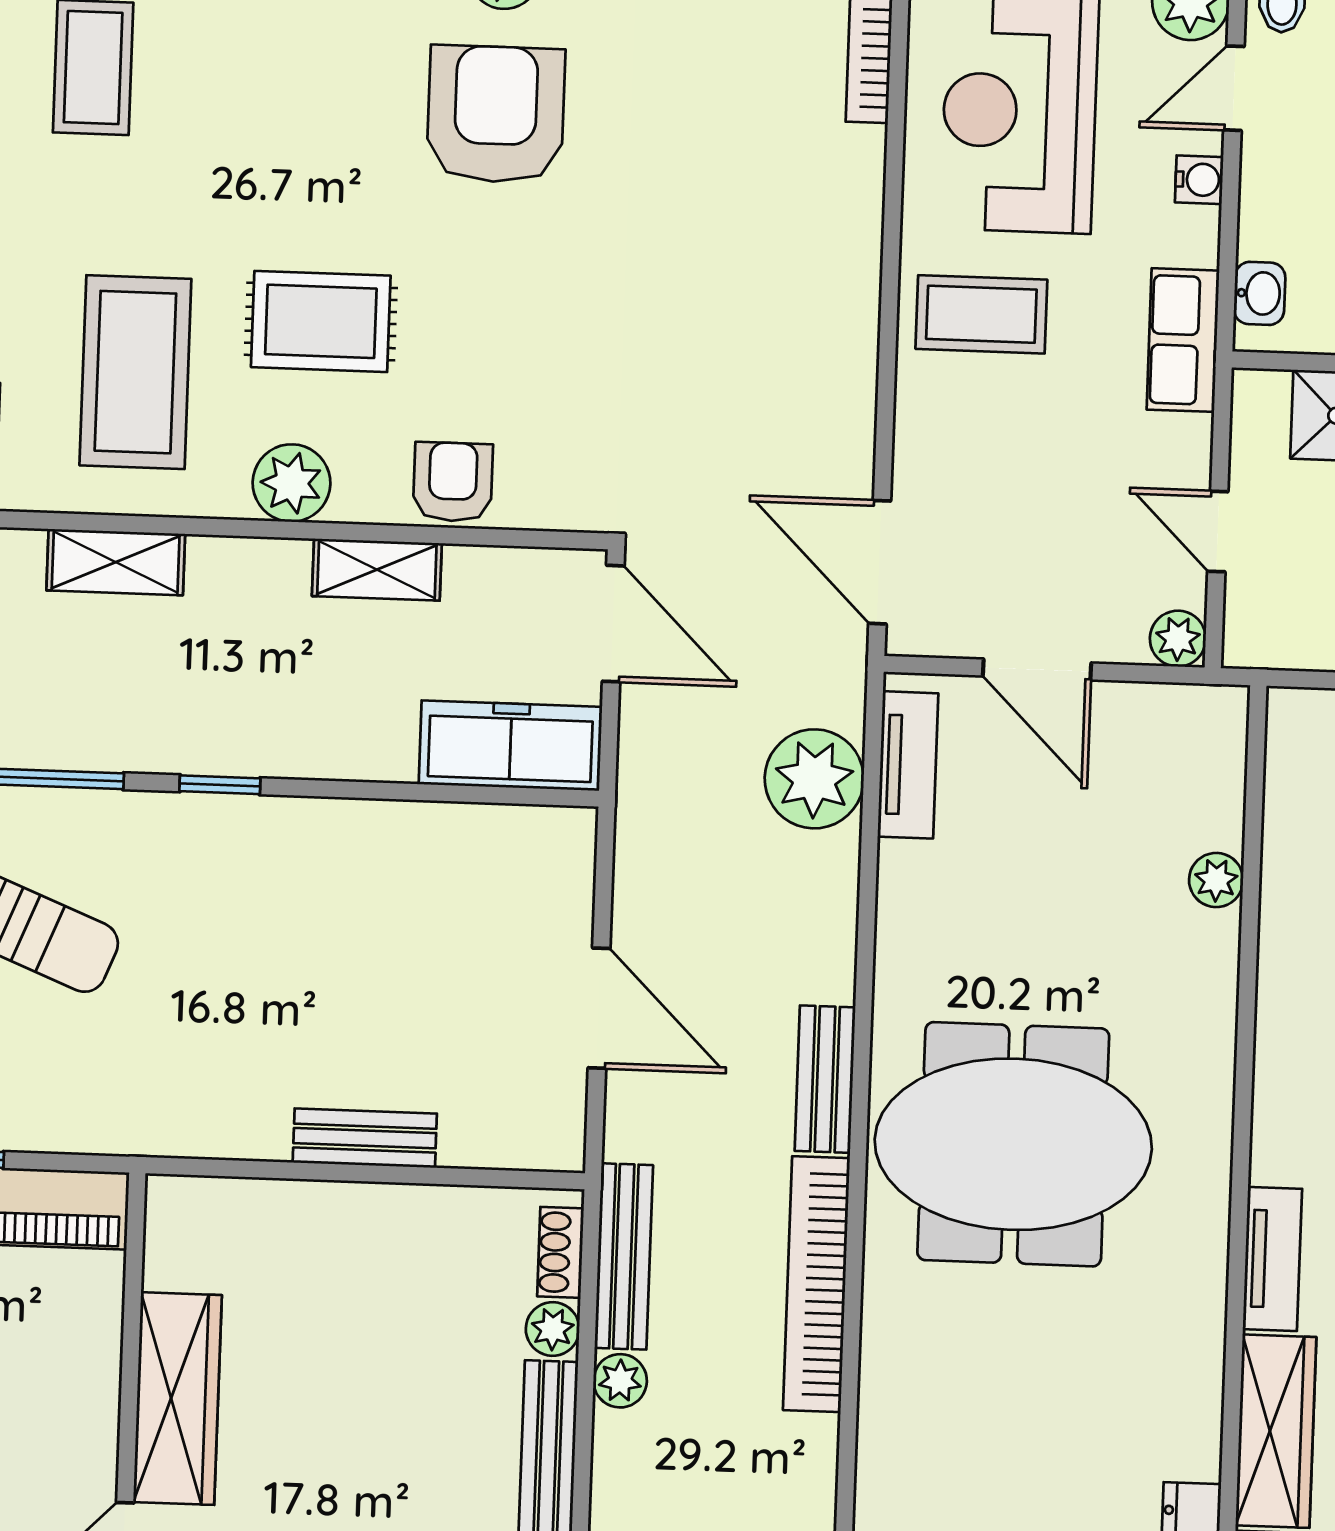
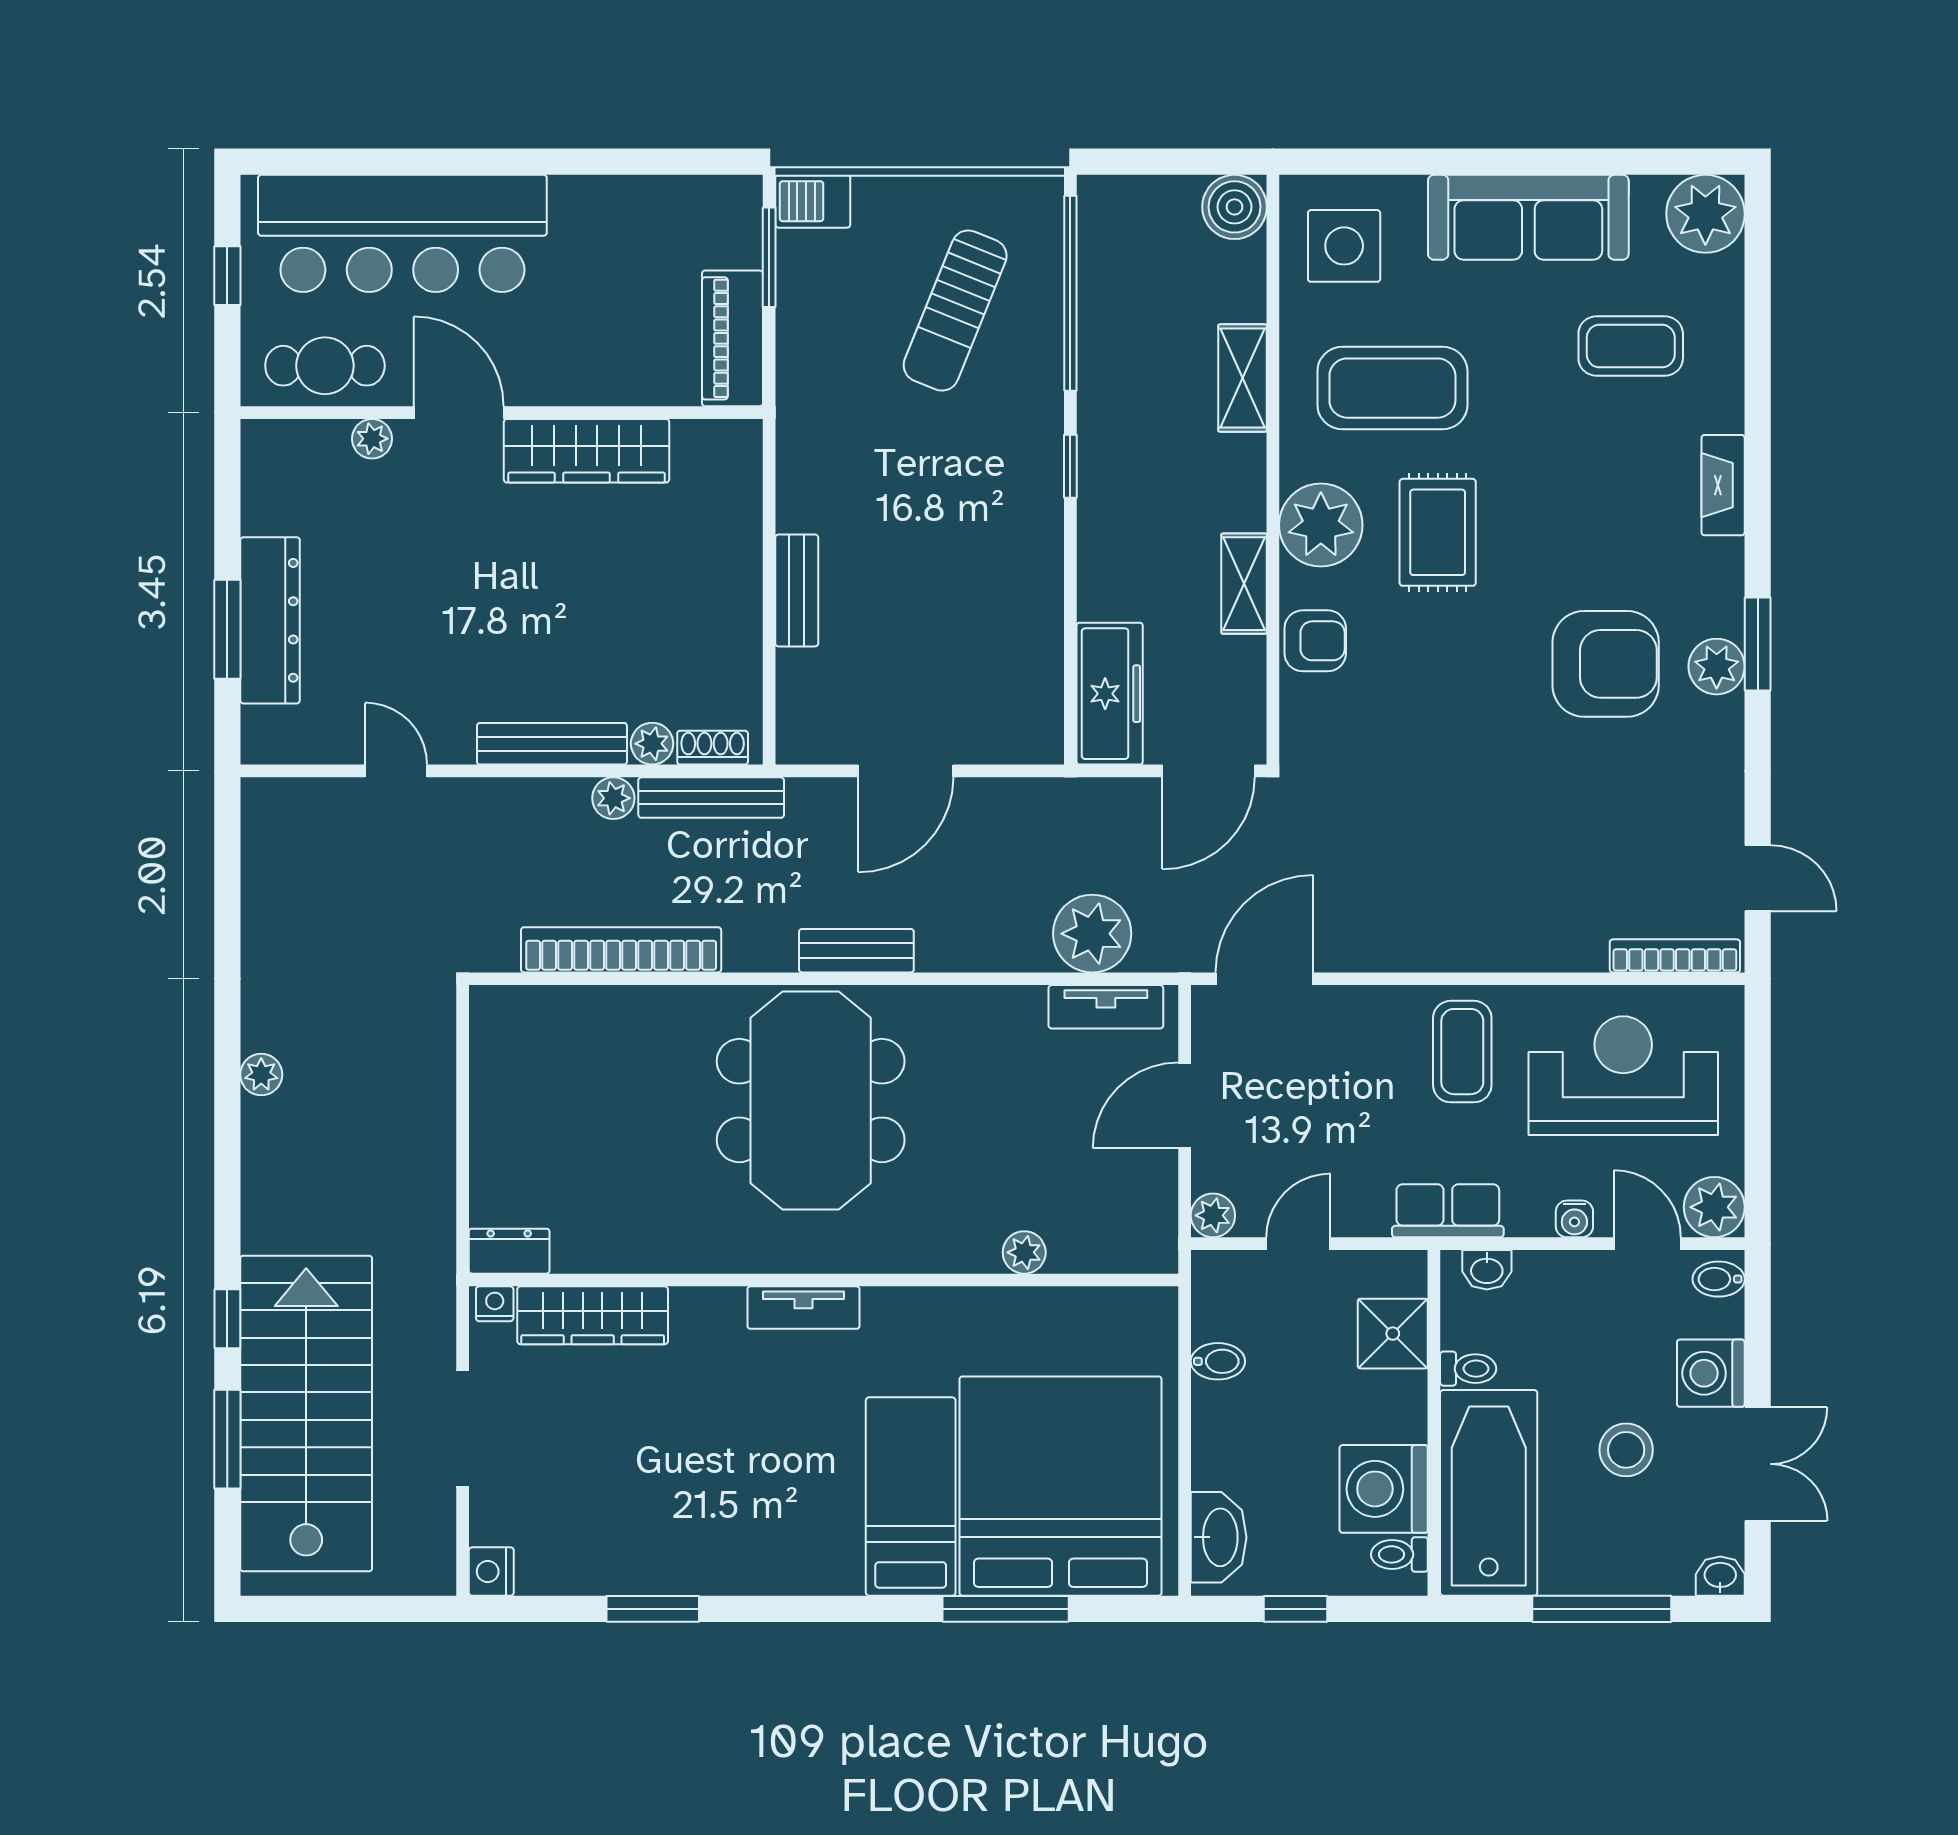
plant: (291, 483) -> (1321, 525), width x1.36, depth x1.36
tv unit: (1272, 1259) -> (804, 1308), moved
bookcase: (816, 1284) -> (621, 950), moved

